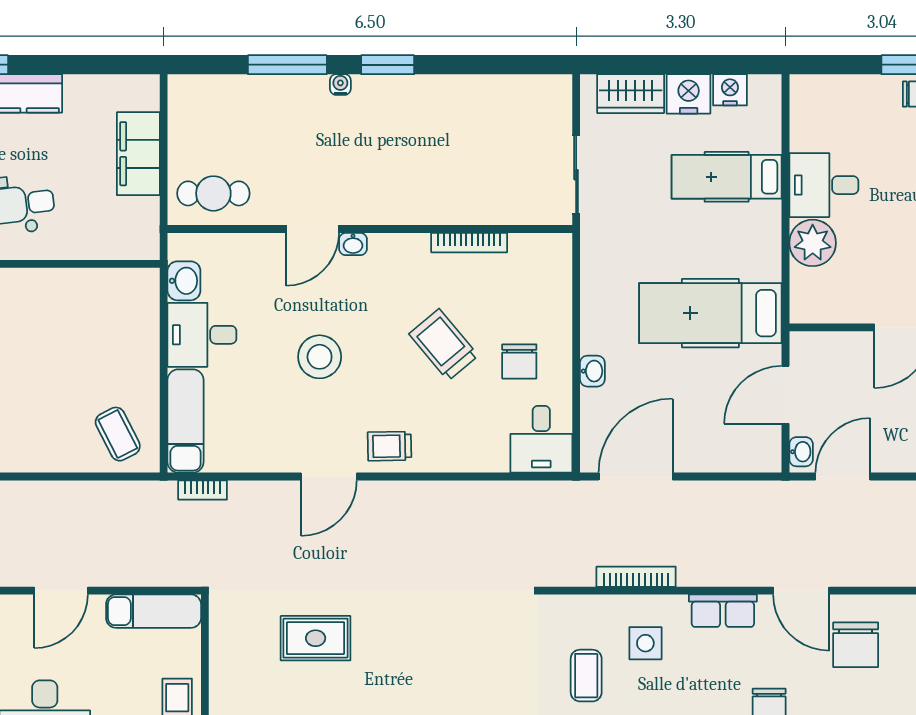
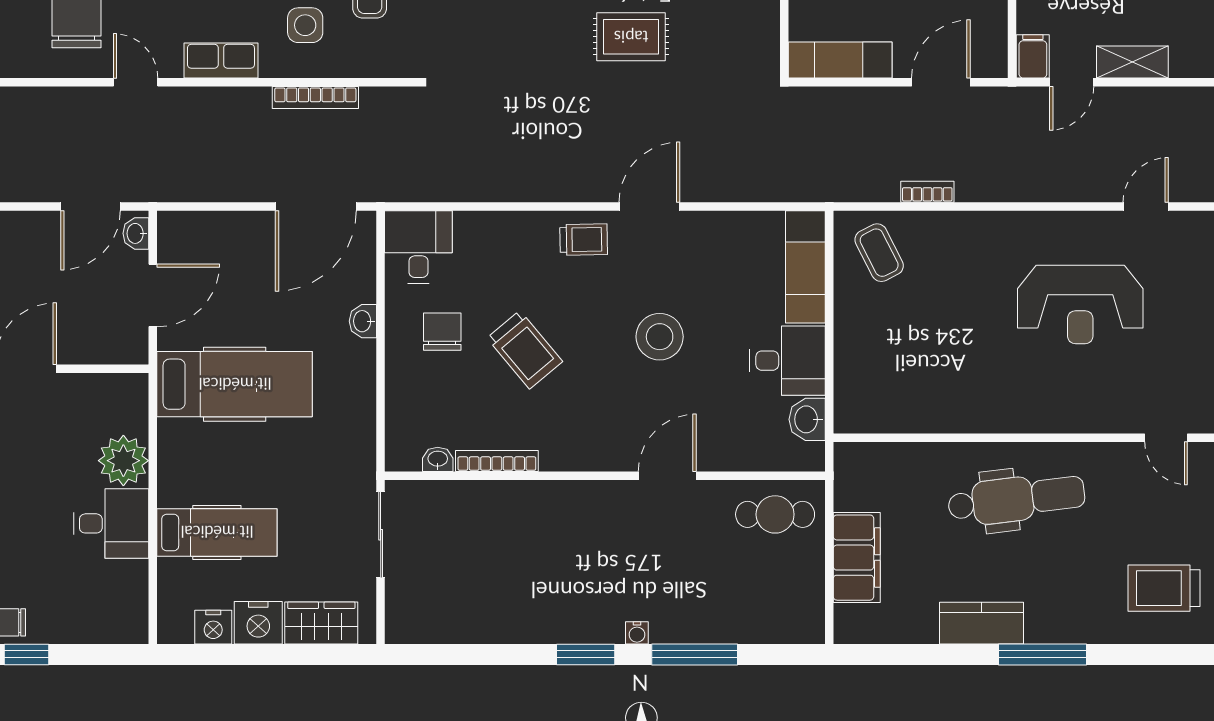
washbasin: (353, 244) -> (438, 459), moved
bookcase: (203, 490) -> (927, 192), moved
door: (801, 591) -> (136, 82), width x0.73
rug: (316, 638) -> (631, 37), moved

